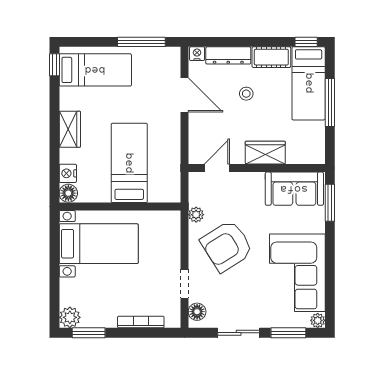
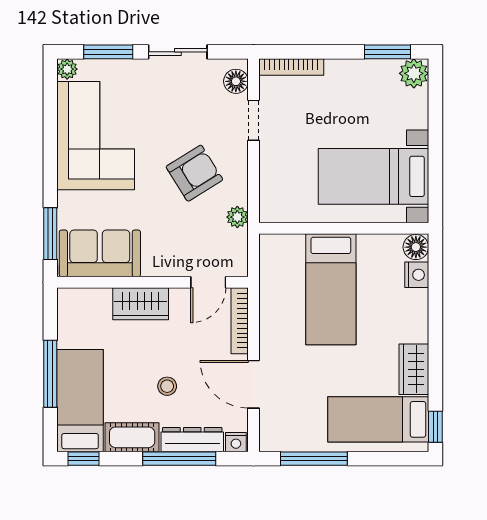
window: (238, 42) -> (179, 459), added
wardrobe: (70, 129) -> (414, 369), moved
bookcase: (194, 140) -> (240, 321), added
armchair: (227, 246) -> (194, 173), width x0.73, depth x0.73
bookcase: (141, 322) -> (291, 67), moved

